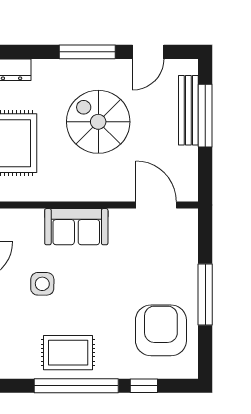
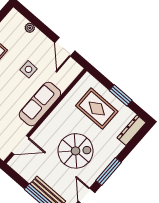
sofa: (76, 227) -> (40, 104), width x1.36

